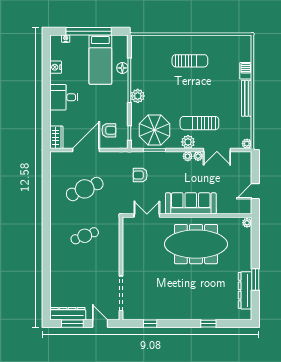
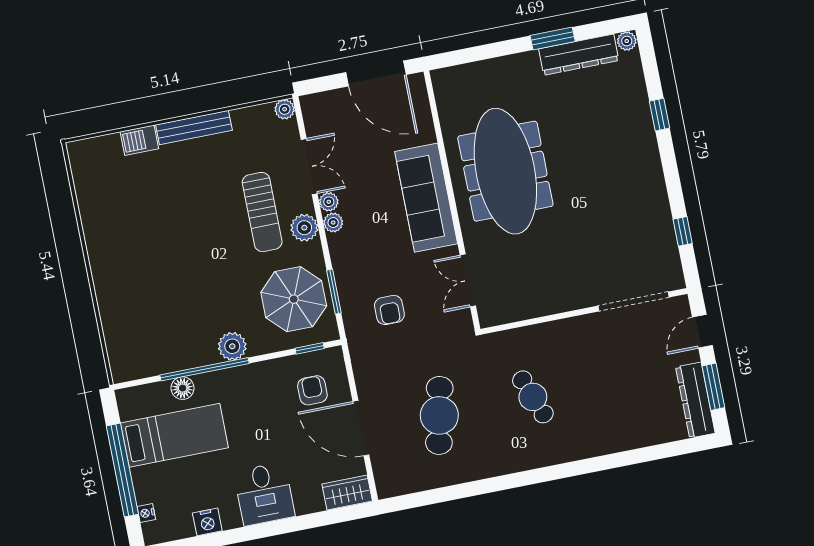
sun lounger: (190, 61) -> (141, 256), removed
cafe table: (85, 189) -> (439, 415), turned 36
door: (255, 191) -> (376, 74), width x1.88
plant: (247, 223) -> (627, 41), moved

